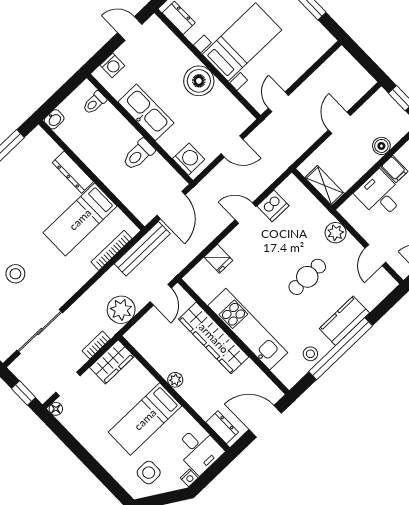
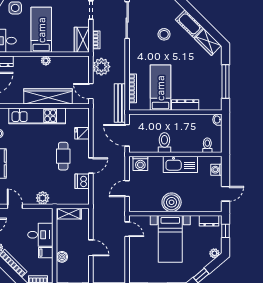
cafe table: (307, 277) -> (63, 156), moved

